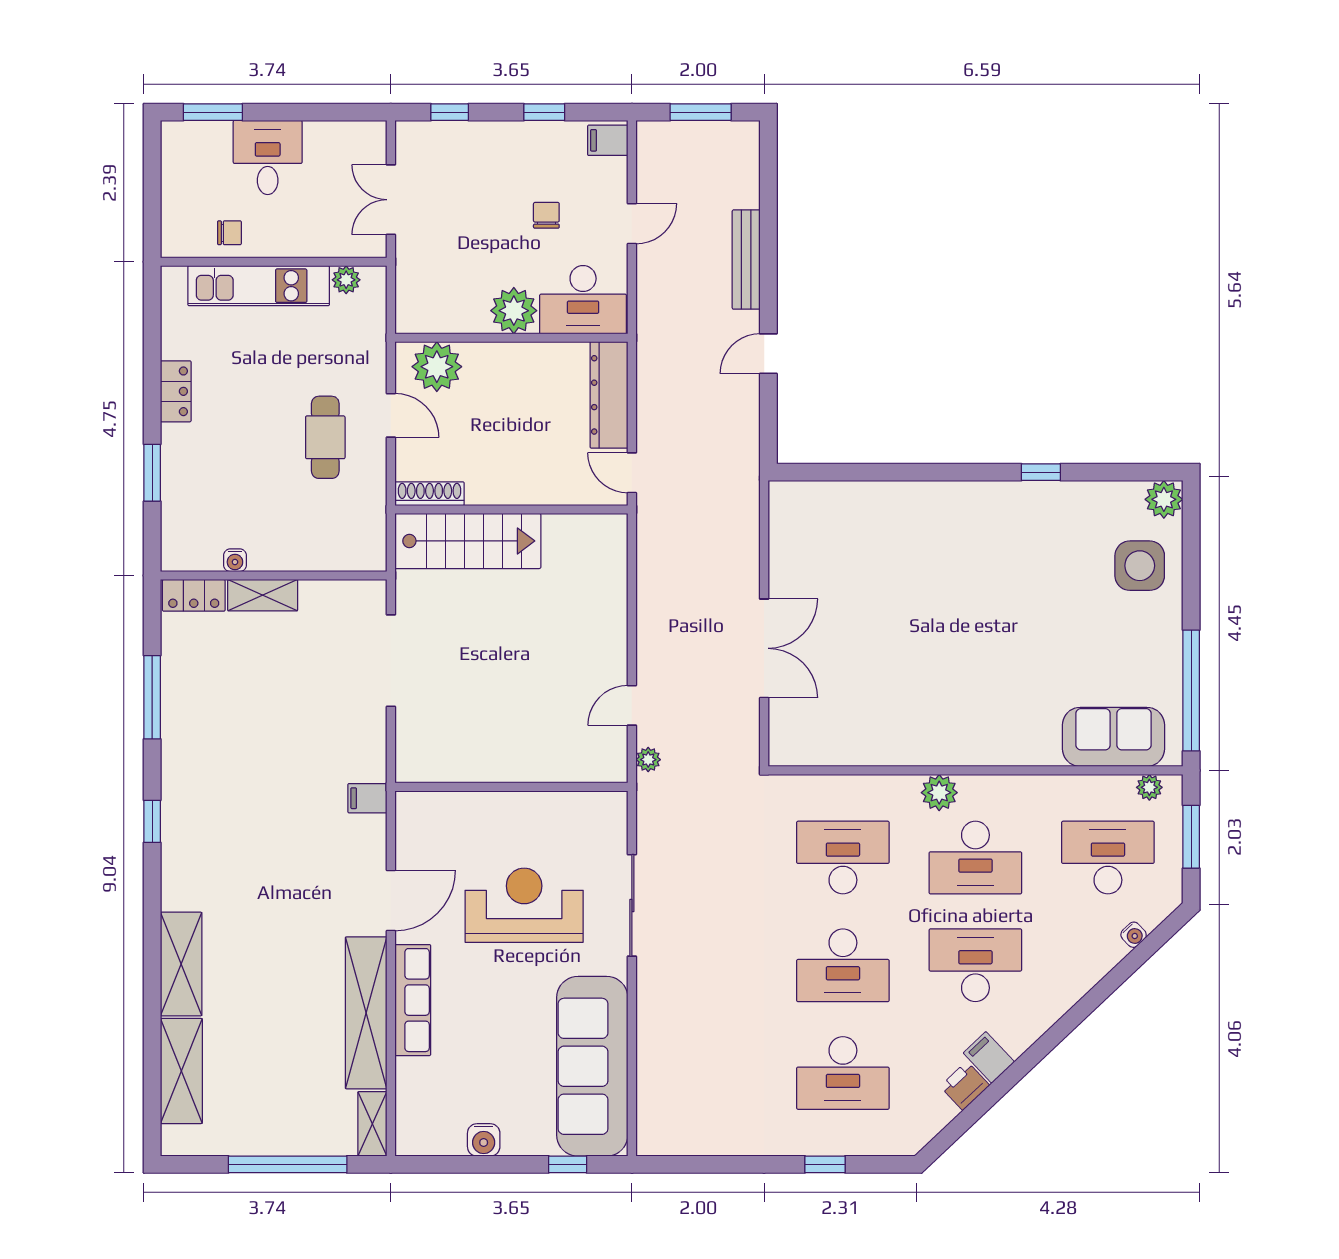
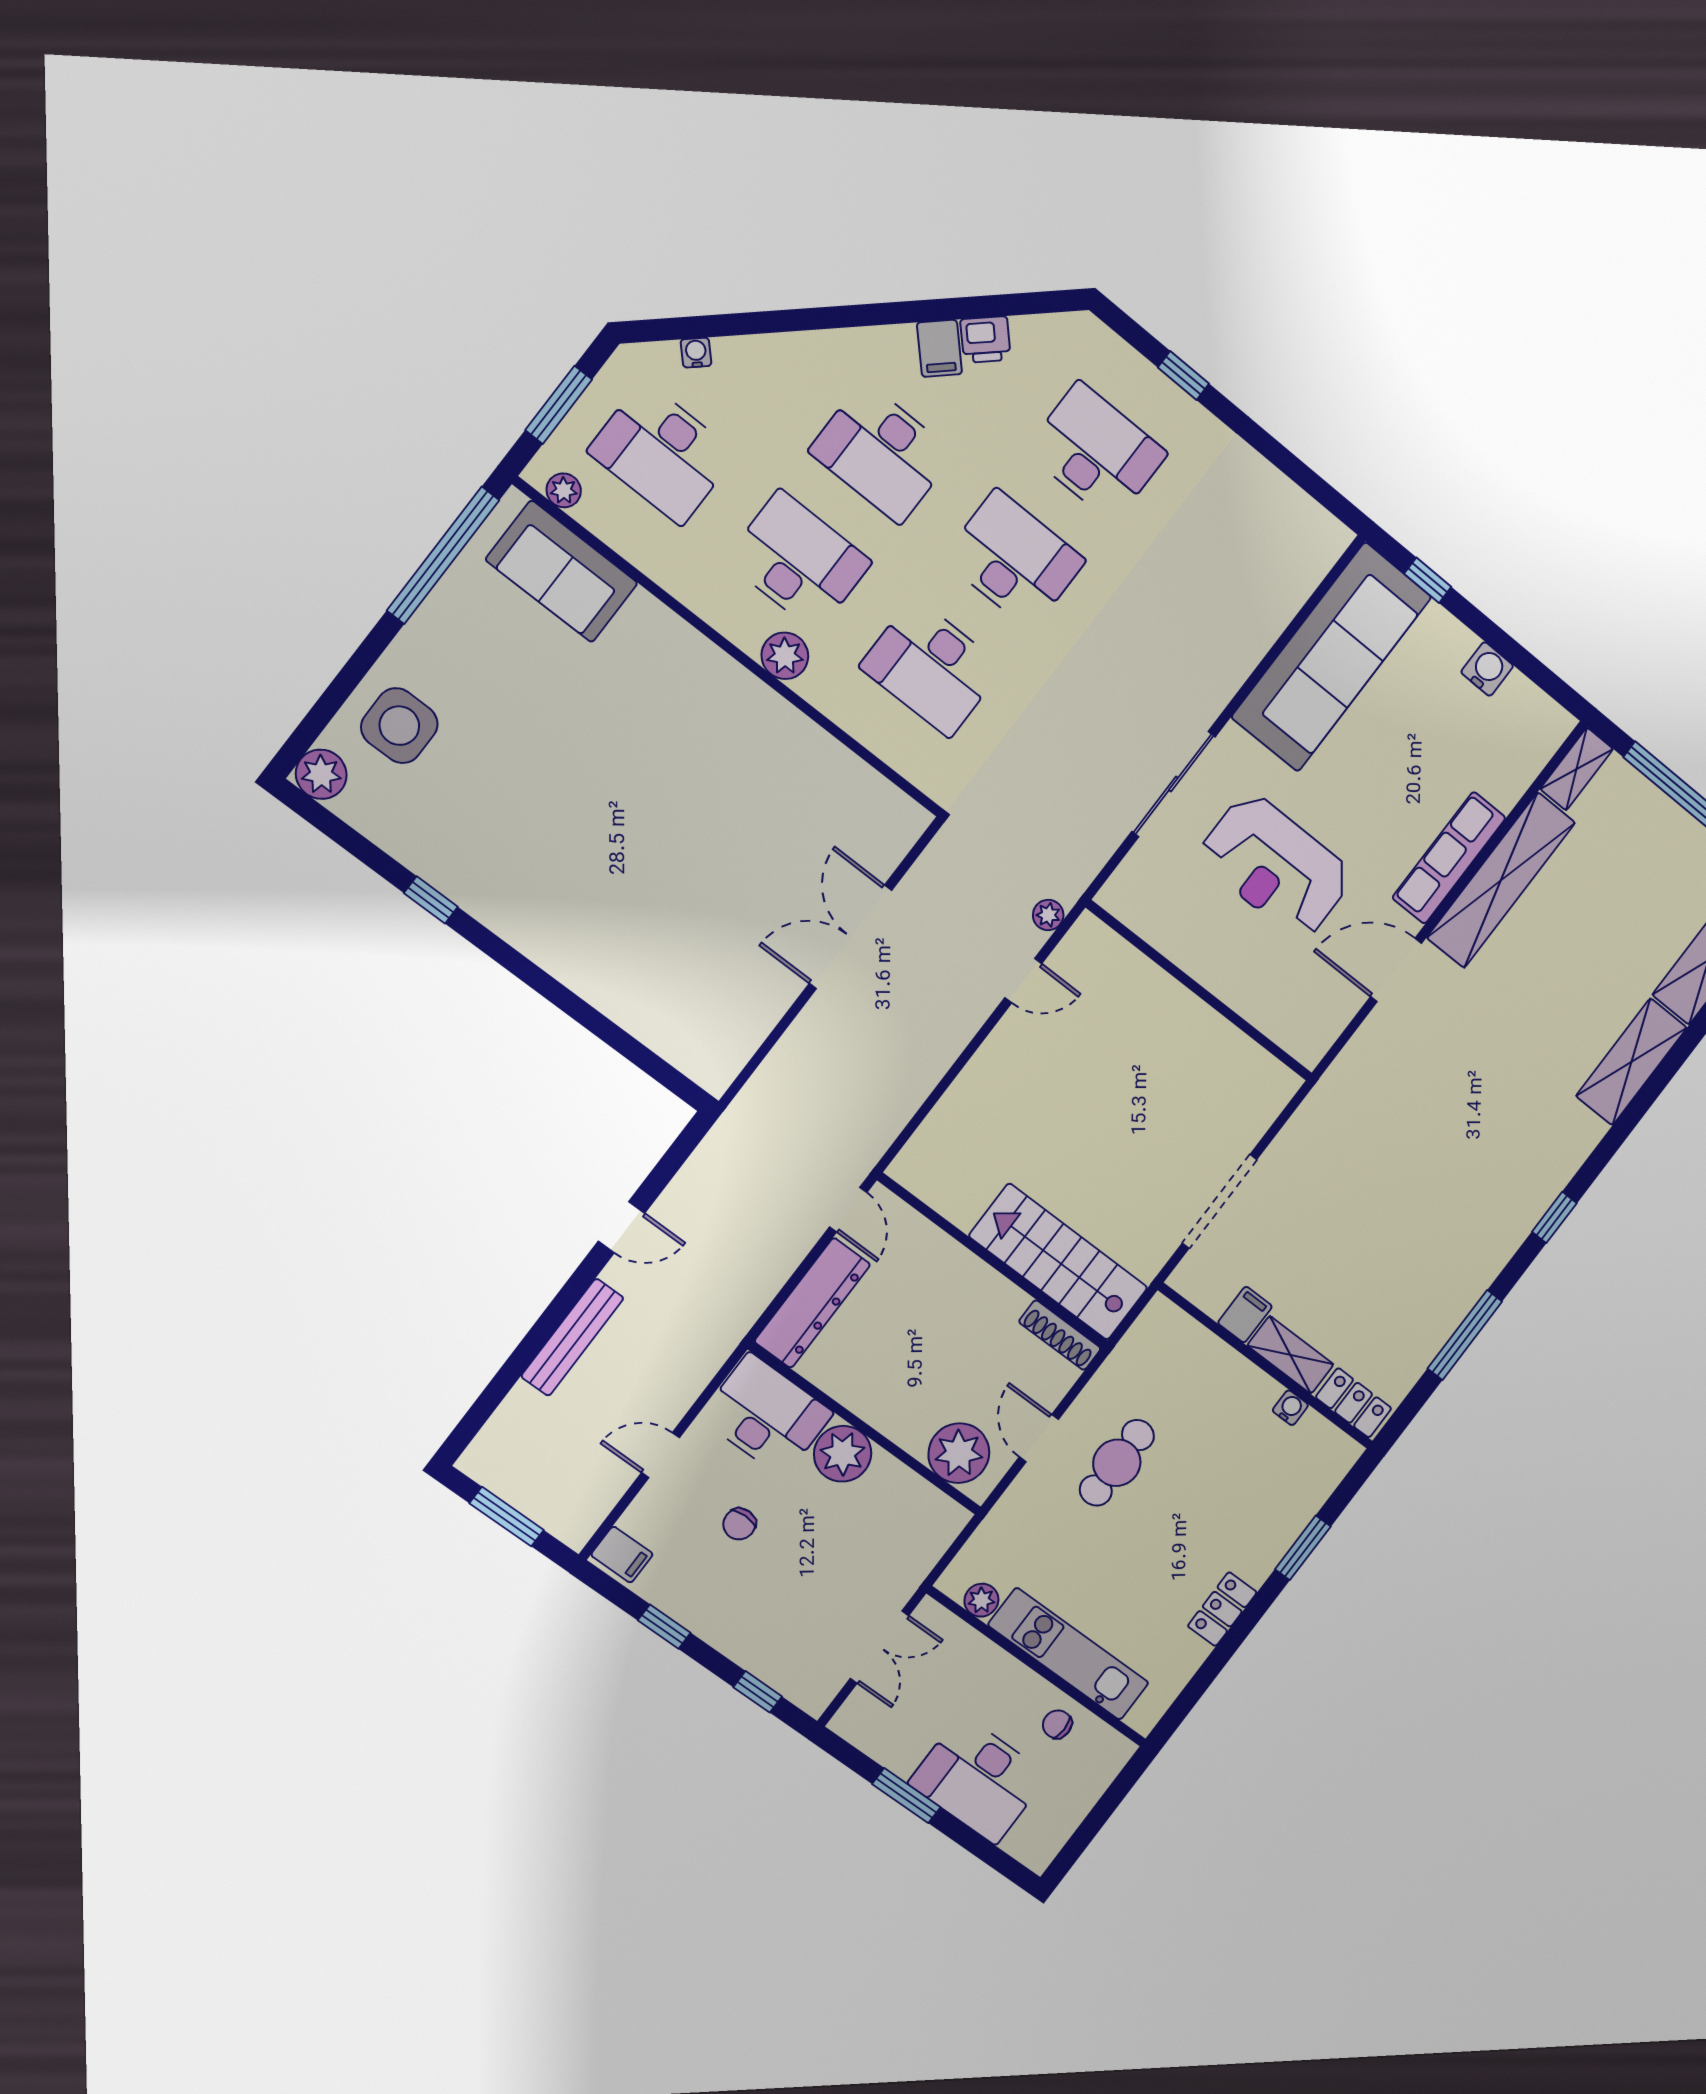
window: (213, 112) -> (906, 1796), moved
desk: (268, 158) -> (978, 1779), width x1.37
filing cabinet: (367, 798) -> (1245, 1315), moved, turned -90

